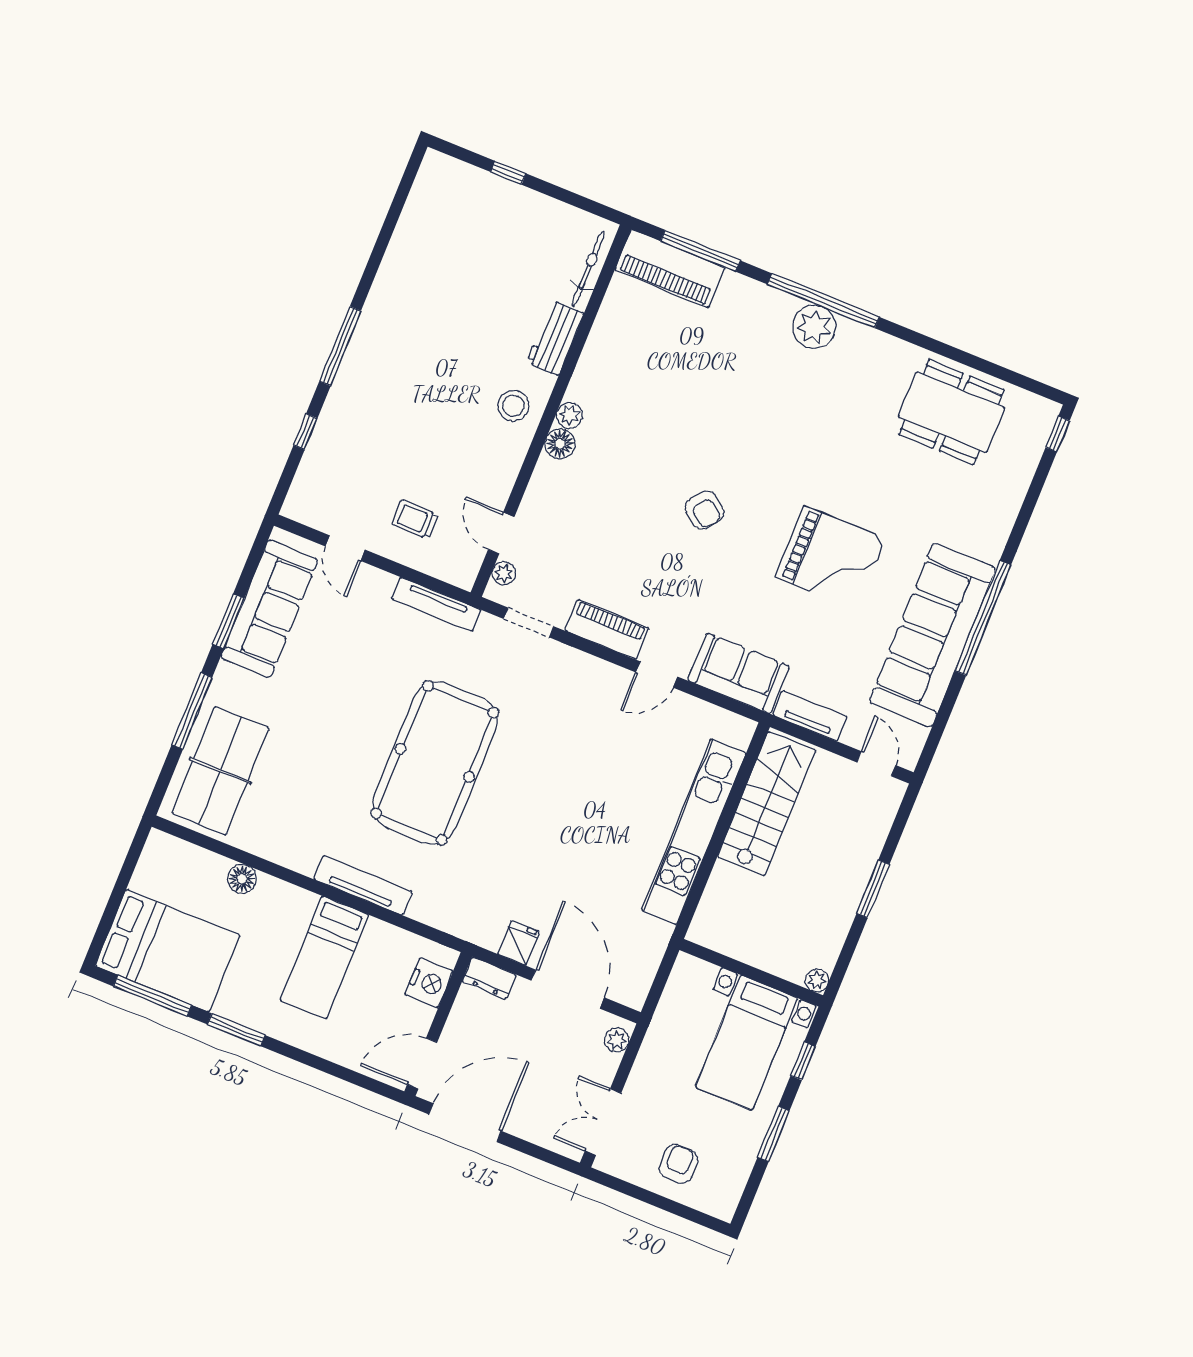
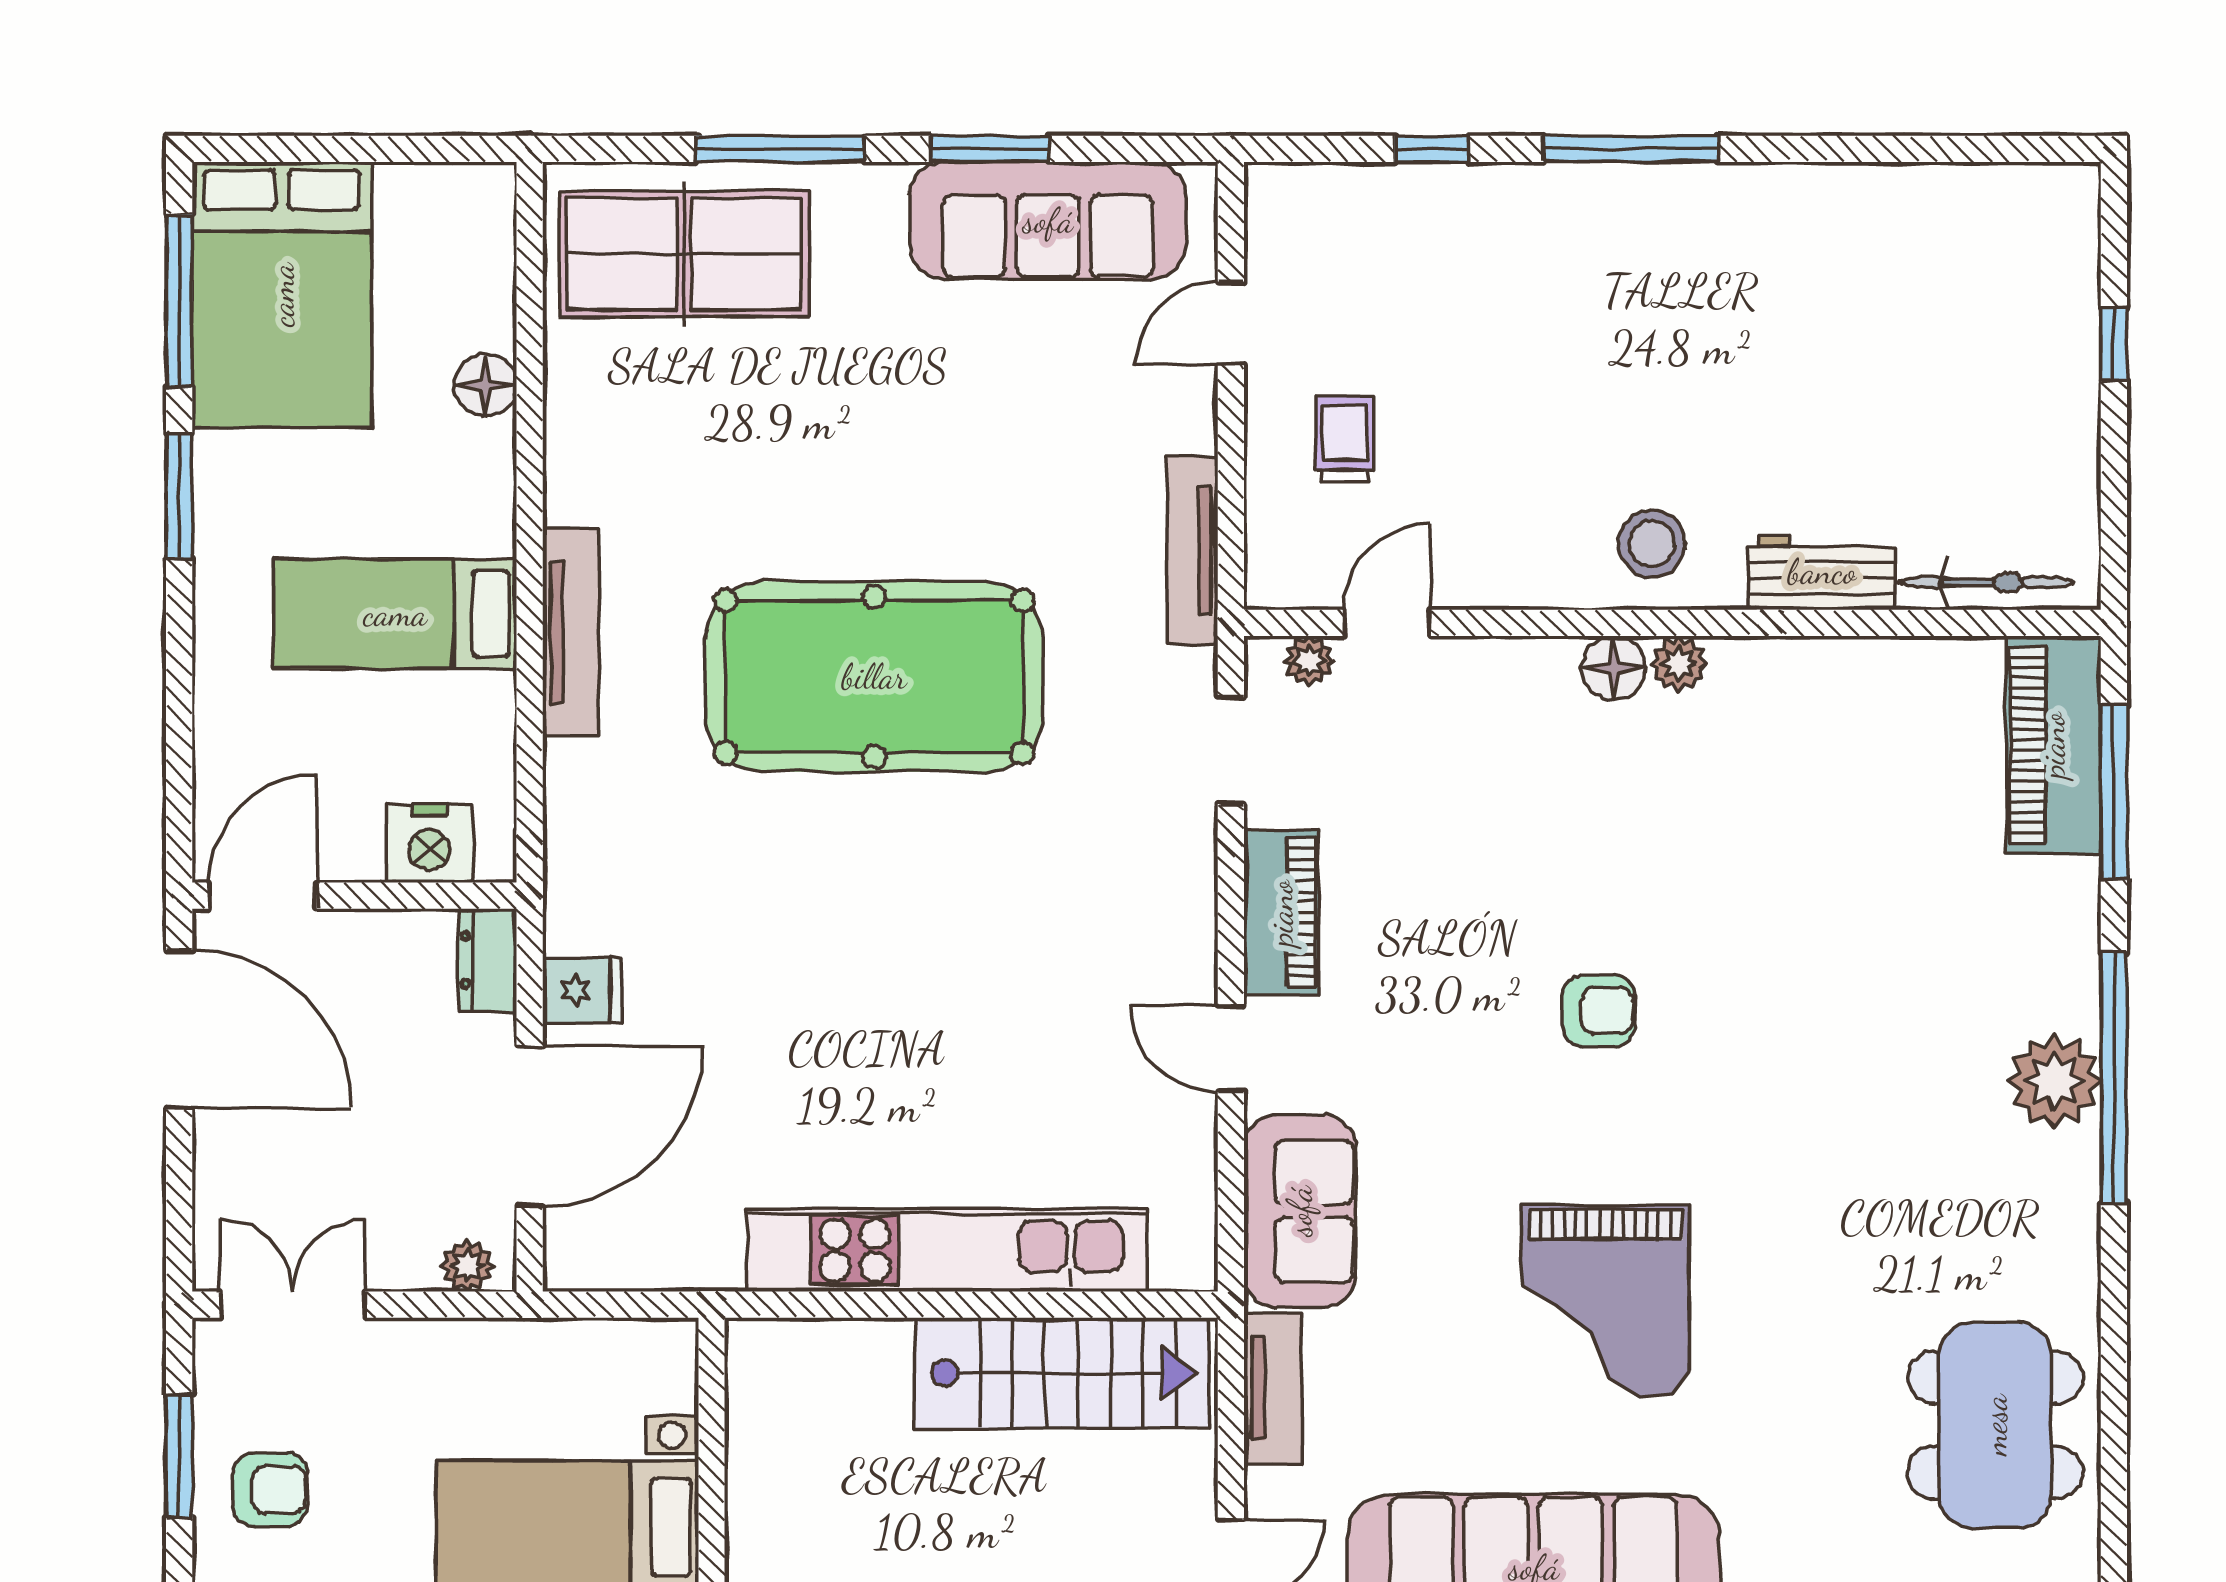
armchair: (704, 510) -> (1599, 1011), turned -128
door: (422, 1063) -> (263, 896), hinge flipped
window: (648, 1197) -> (179, 1456), added

